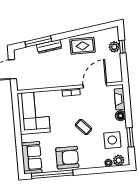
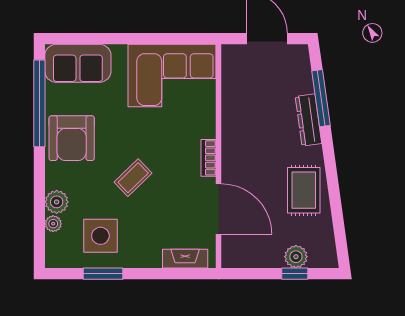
floor lamp: (121, 116) -> (150, 257), removed
plant: (119, 160) -> (57, 202), moved

